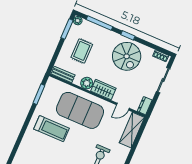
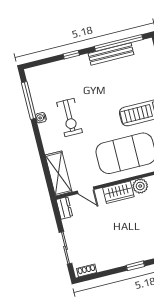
spiral stairs: (127, 56) -> (121, 244), removed
door: (123, 107) -> (86, 190), swing flipped

